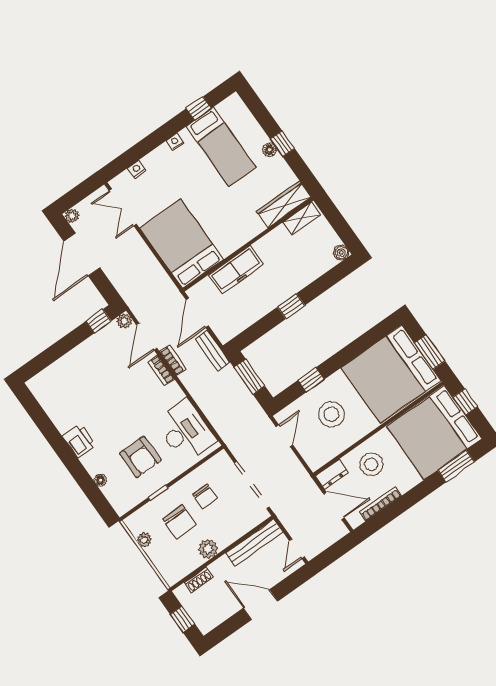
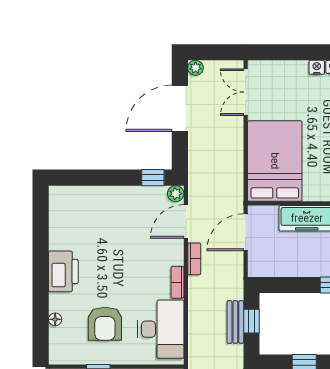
nightstand: (137, 169) -> (317, 67), moved
bench: (213, 351) -> (235, 322), moved
bookcase: (161, 370) -> (177, 282), moved
window: (249, 377) -> (252, 321), width x0.67
printer: (79, 441) -> (63, 271), width x1.37, depth x1.19

